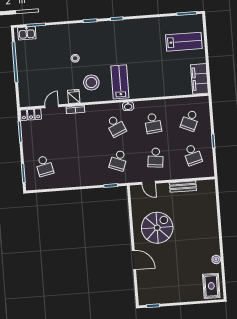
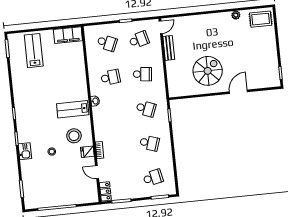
kitchen sink: (27, 33) -> (25, 151), moved
school desk: (116, 126) -> (149, 143), moved, turned 42
door: (148, 183) -> (161, 27), moved
spiral stairs: (157, 228) -> (208, 71), turned 90

